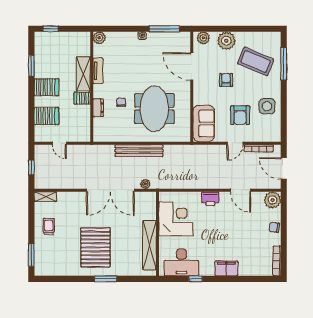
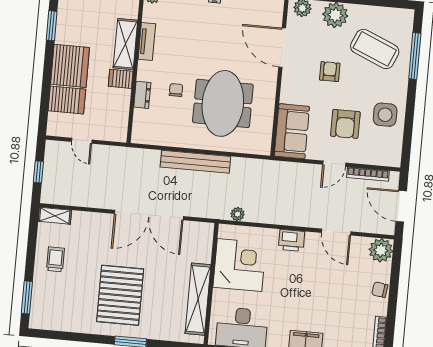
server rack: (47, 87) -> (70, 66), width x1.60
plant: (145, 184) -> (238, 214), moved

